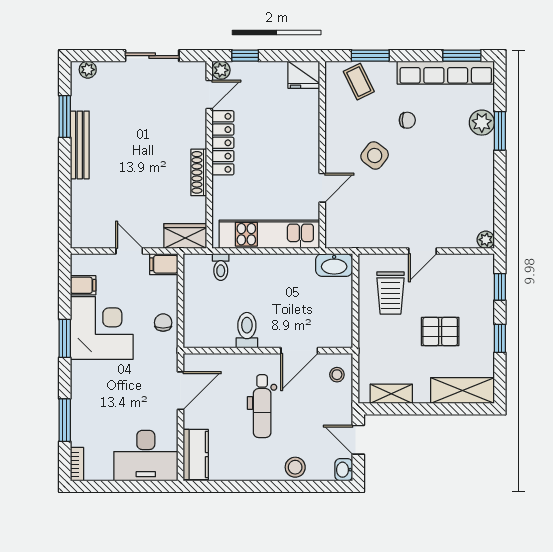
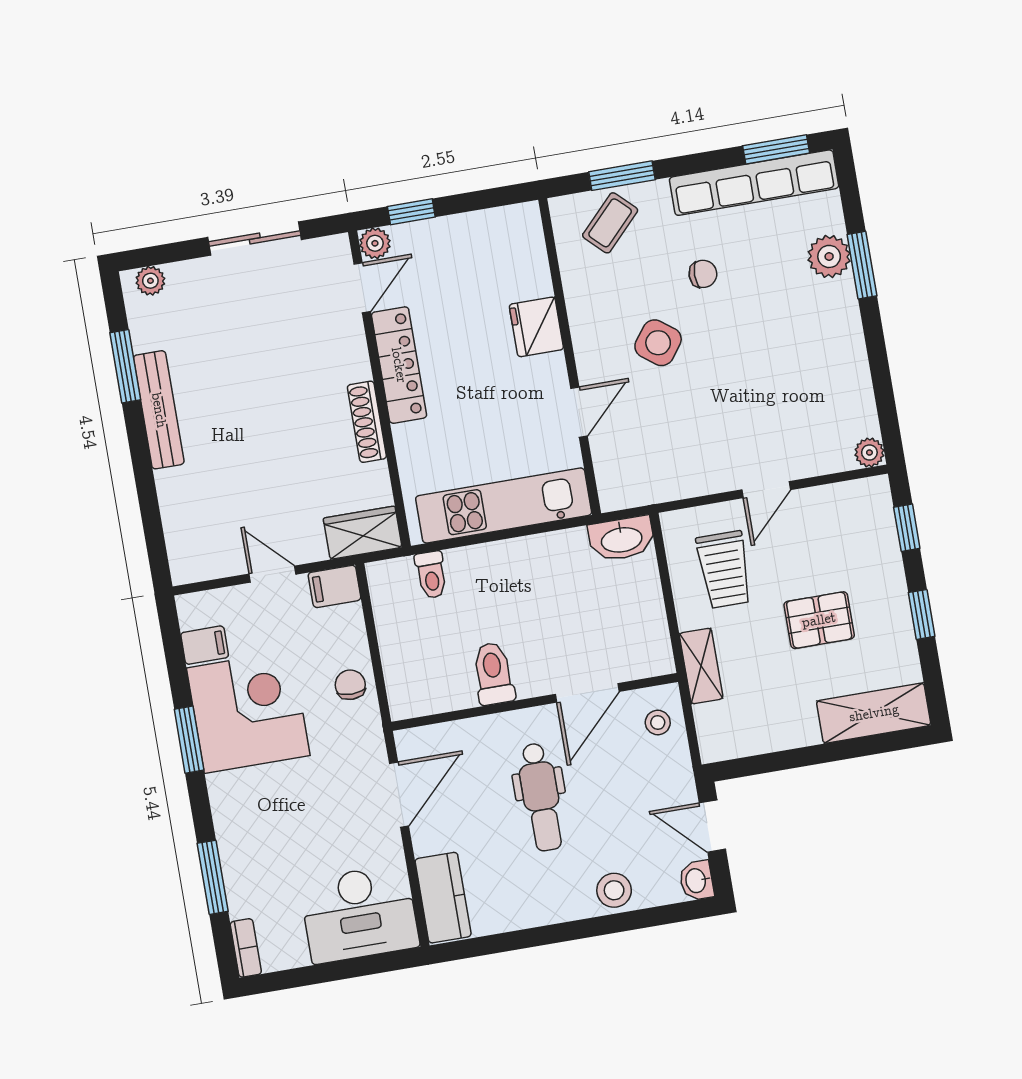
fridge: (304, 75) -> (536, 327), moved, turned 90
coffee table: (359, 82) -> (610, 223), turned 70
shelving: (391, 394) -> (701, 666), moved, turned 90

